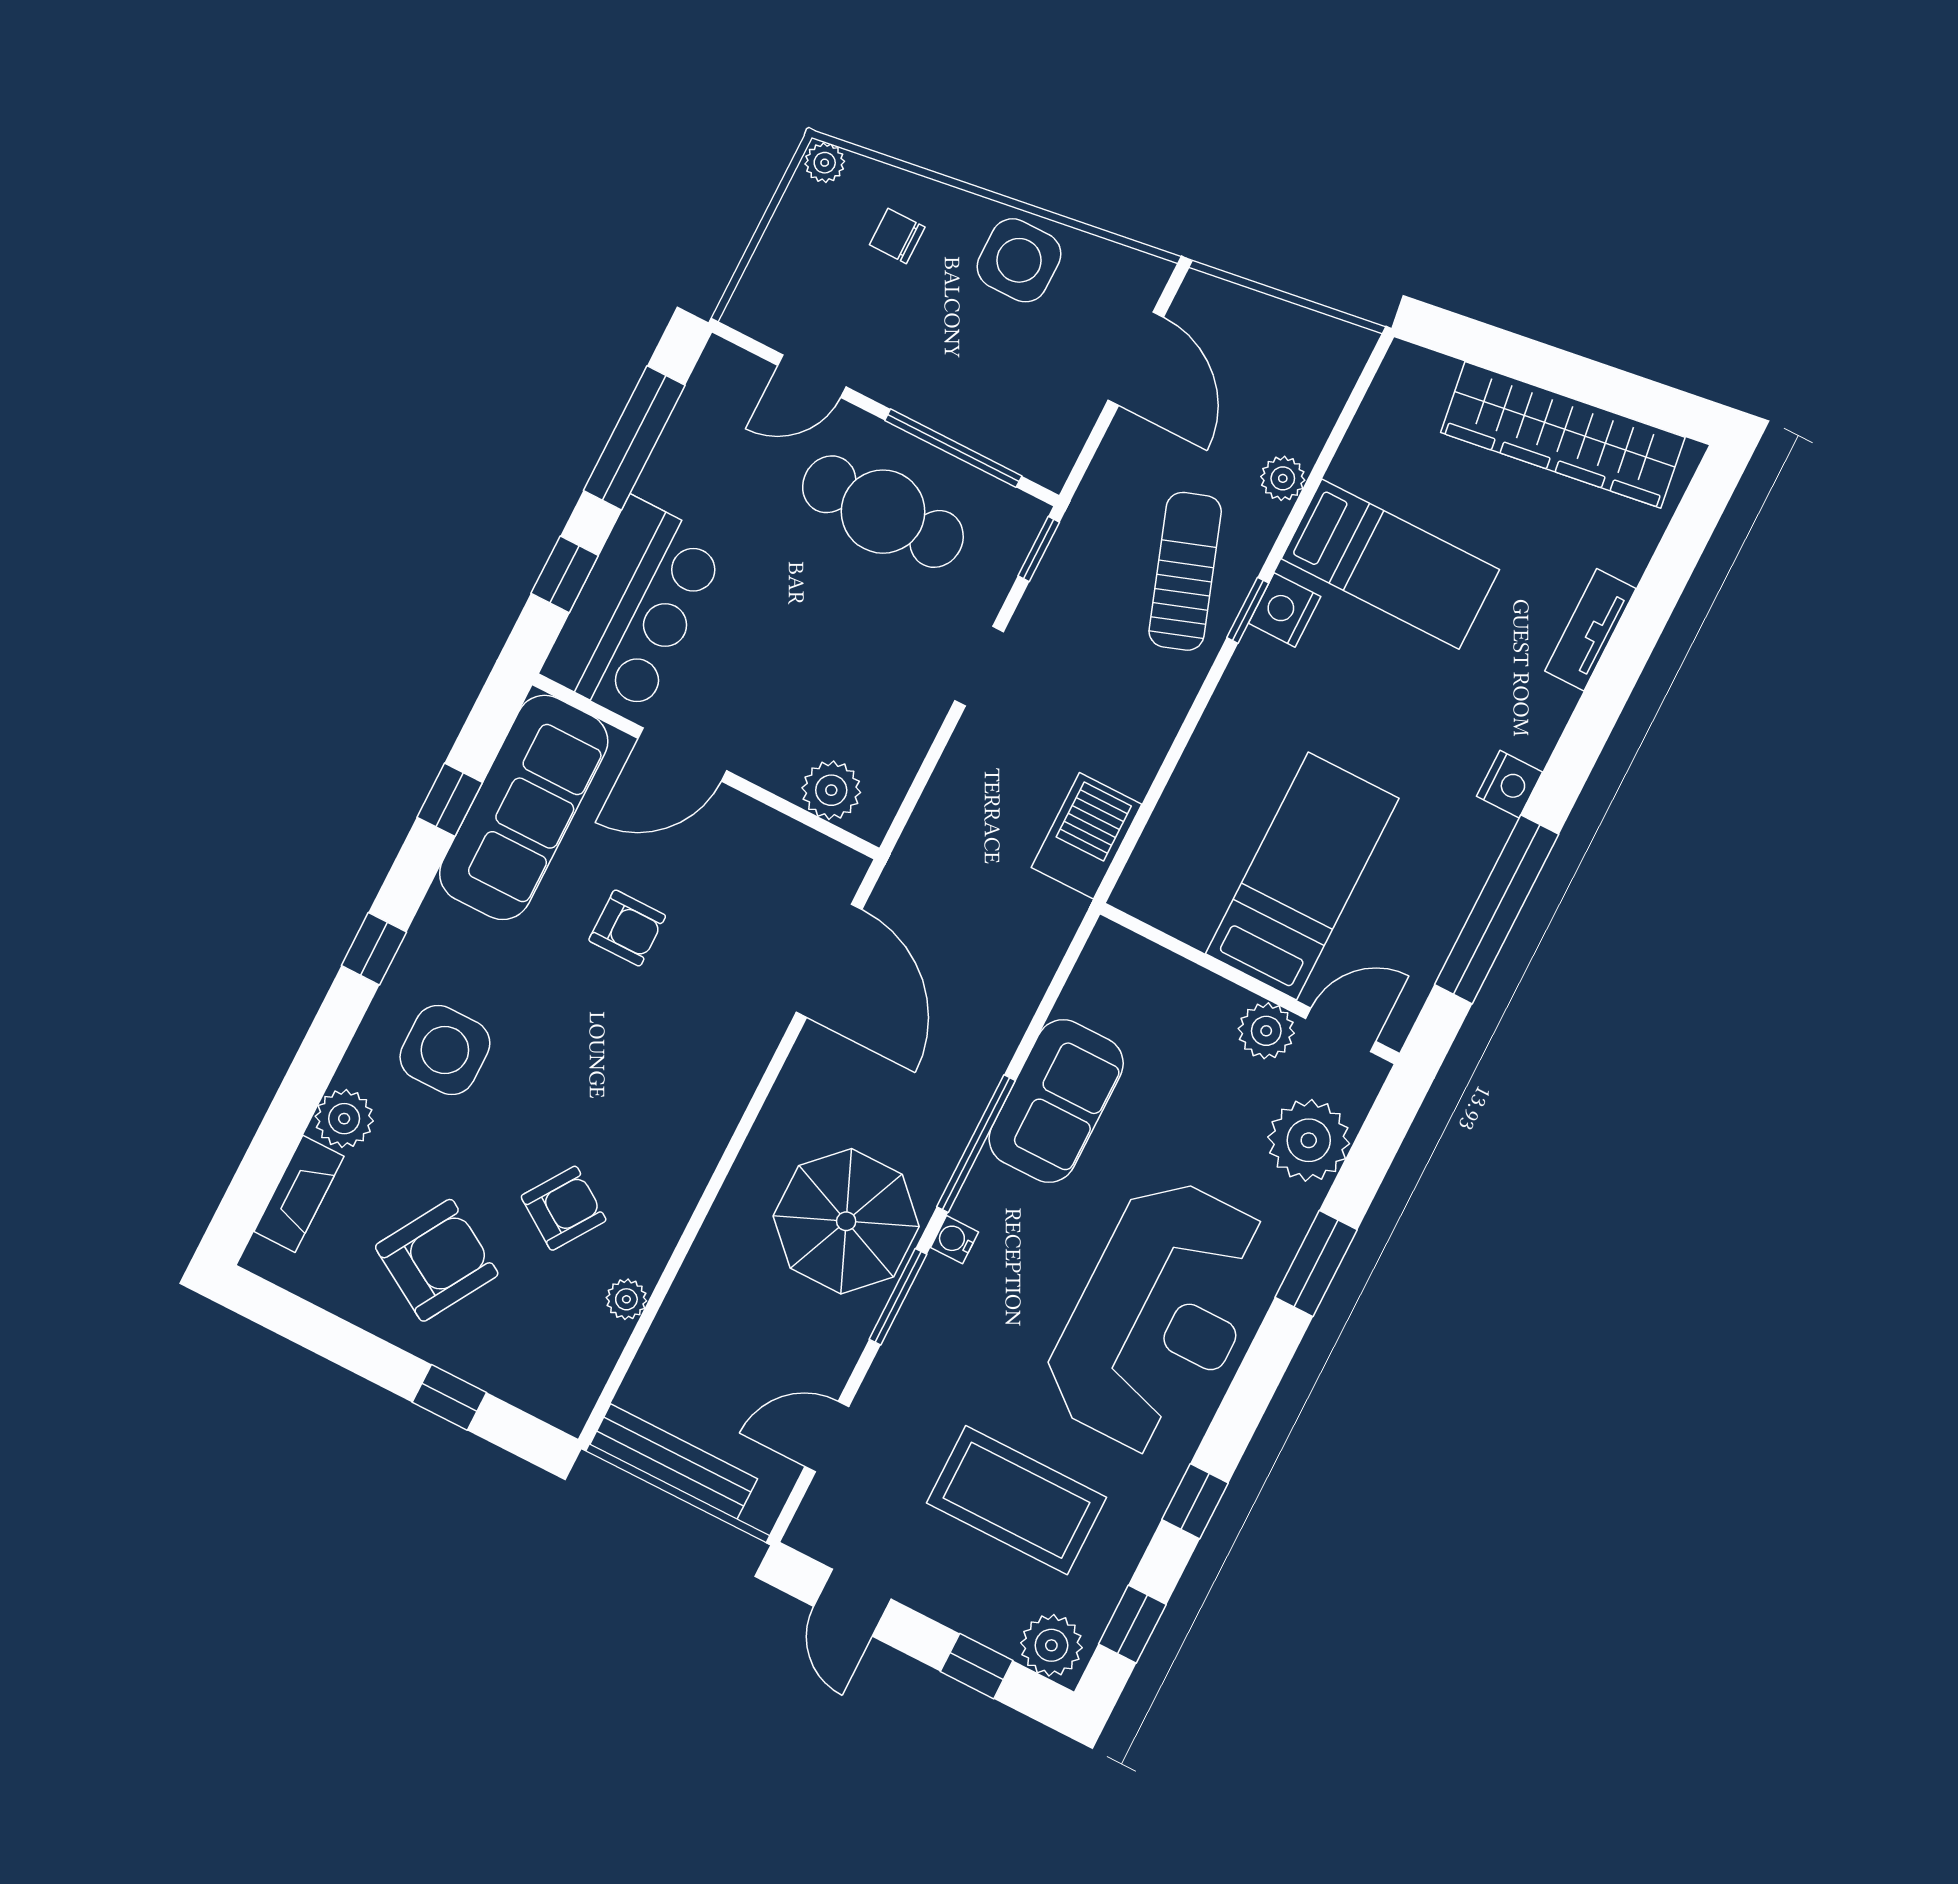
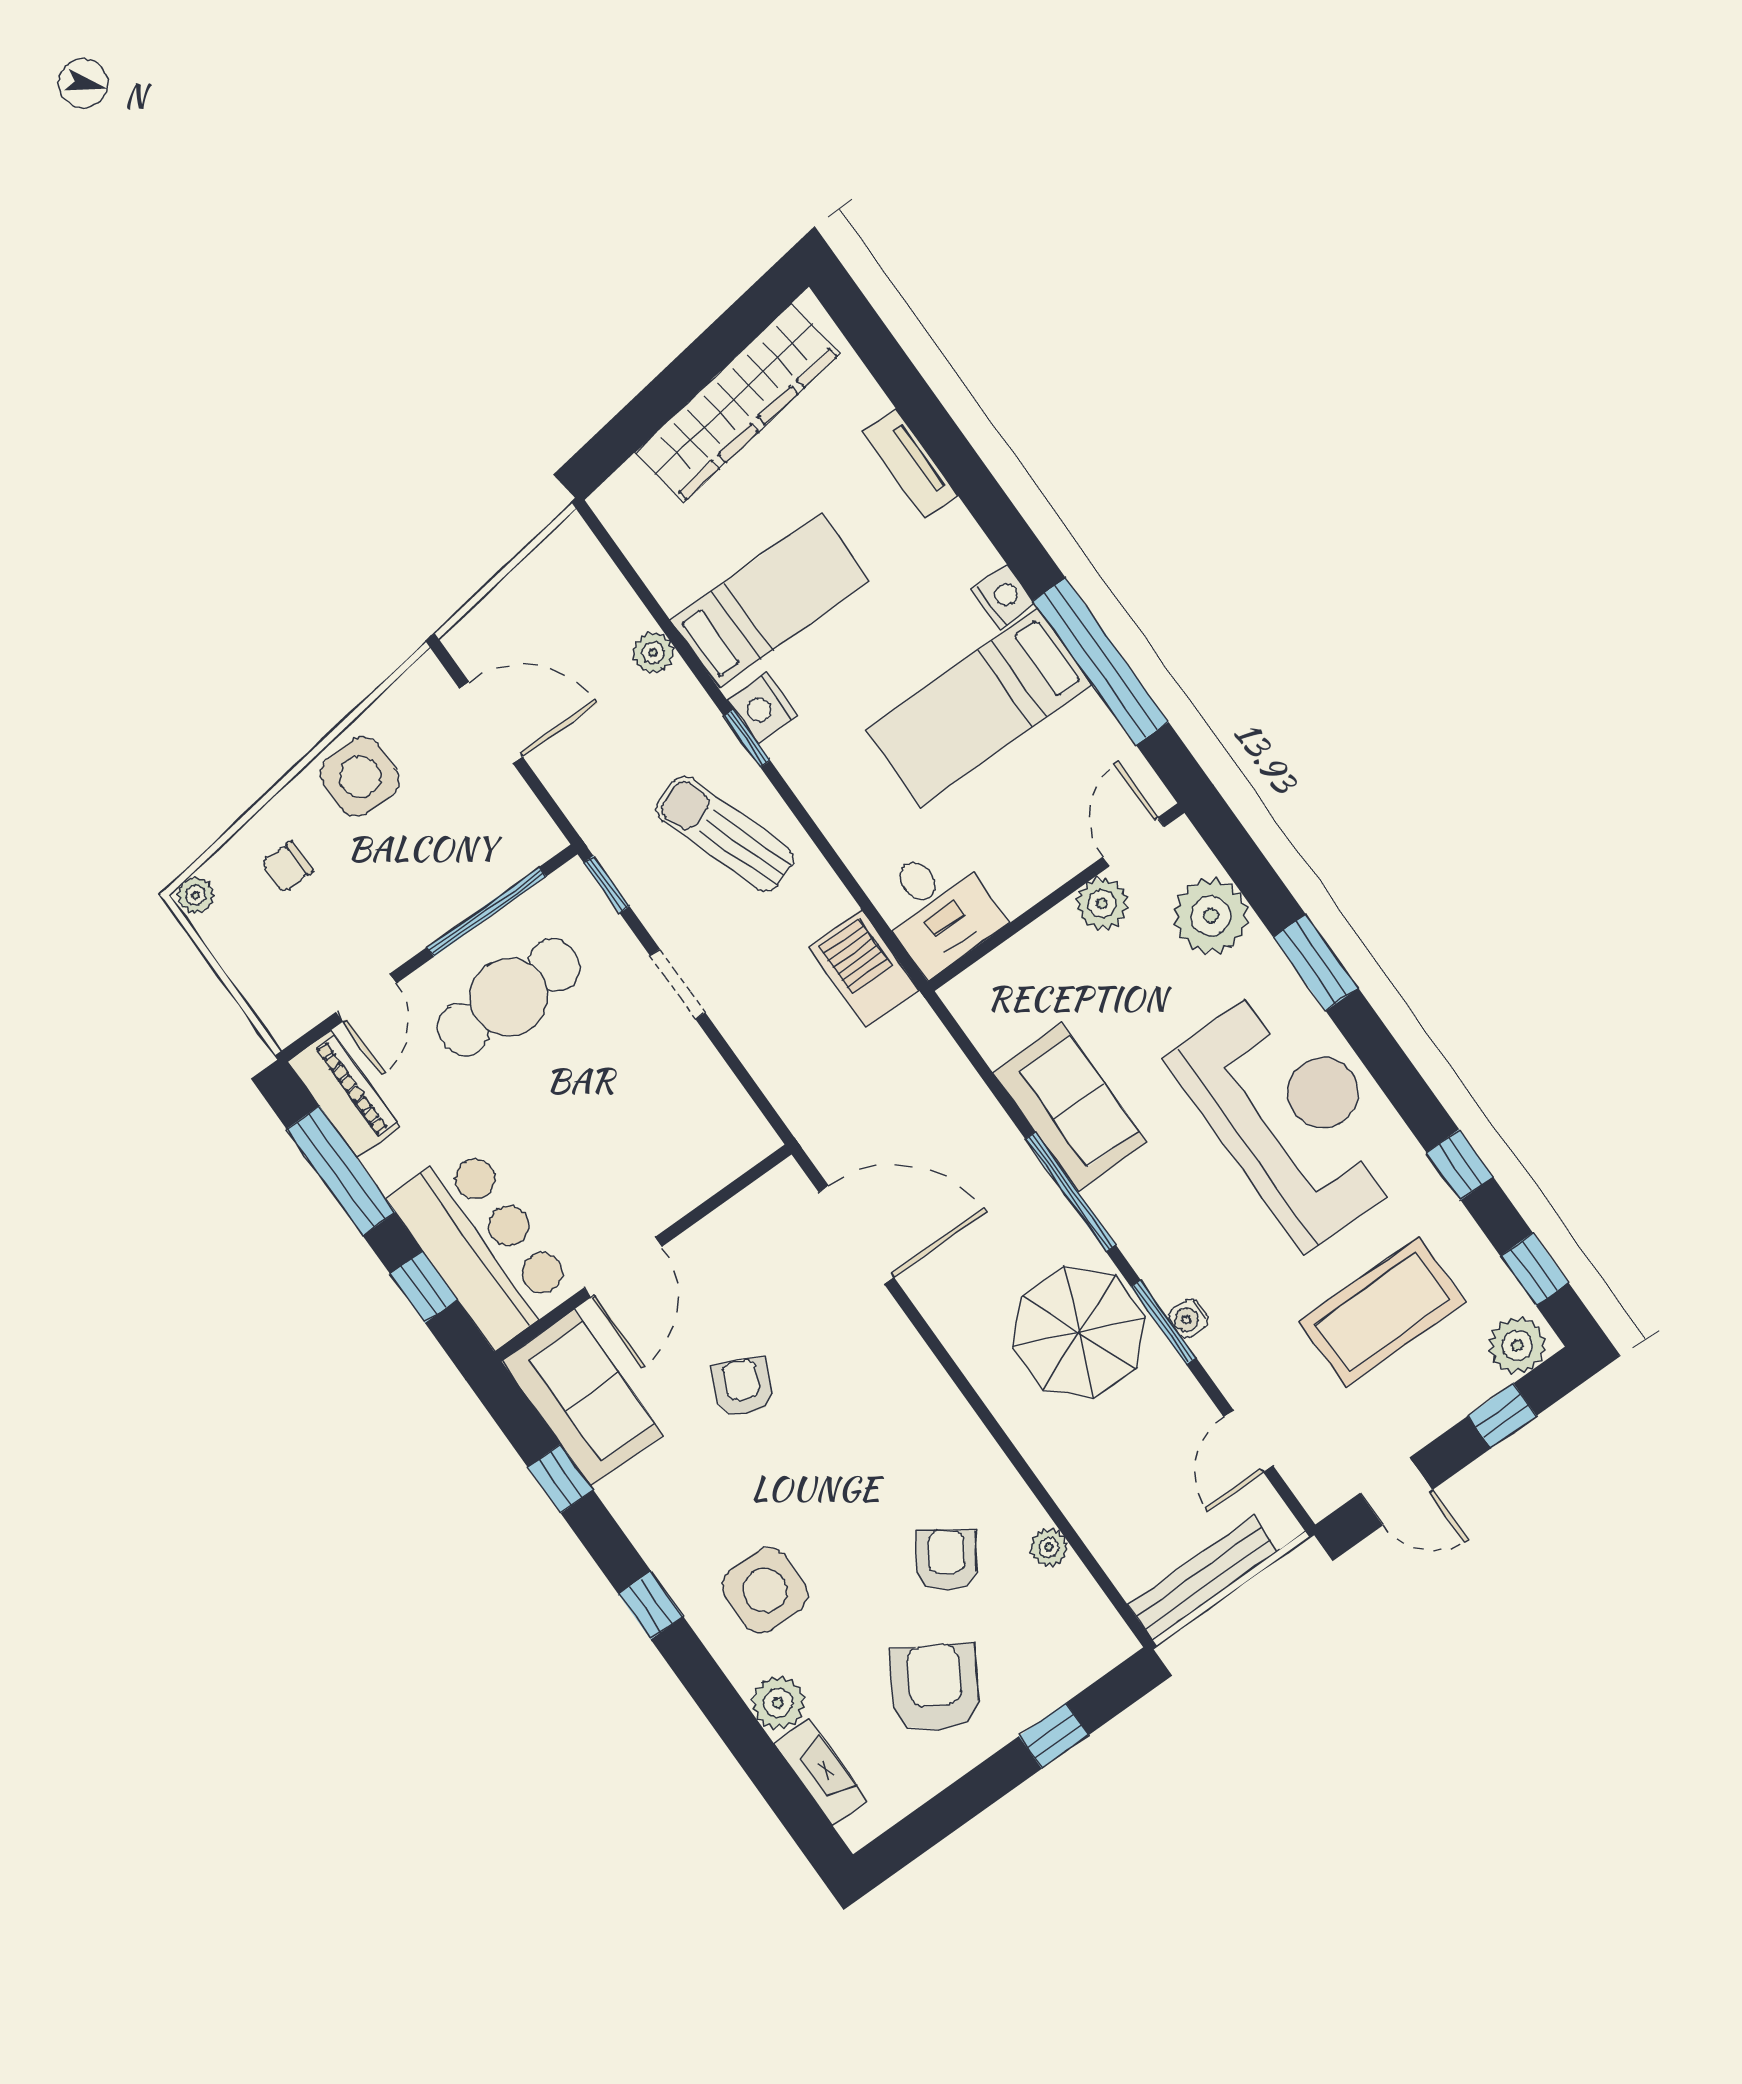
piano: (708, 403) -> (344, 1094), added
sun lounger: (1185, 571) -> (725, 834), moved
plant: (831, 790) -> (716, 1159), removed
sofa: (524, 807) -> (582, 1398), width x0.73
desk: (1180, 876) -> (937, 908), added
bed: (1302, 876) -> (979, 707), moved, turned -90
armchair: (627, 928) -> (743, 1387), turned -65
water cooler: (955, 1240) -> (1189, 1318), moved

